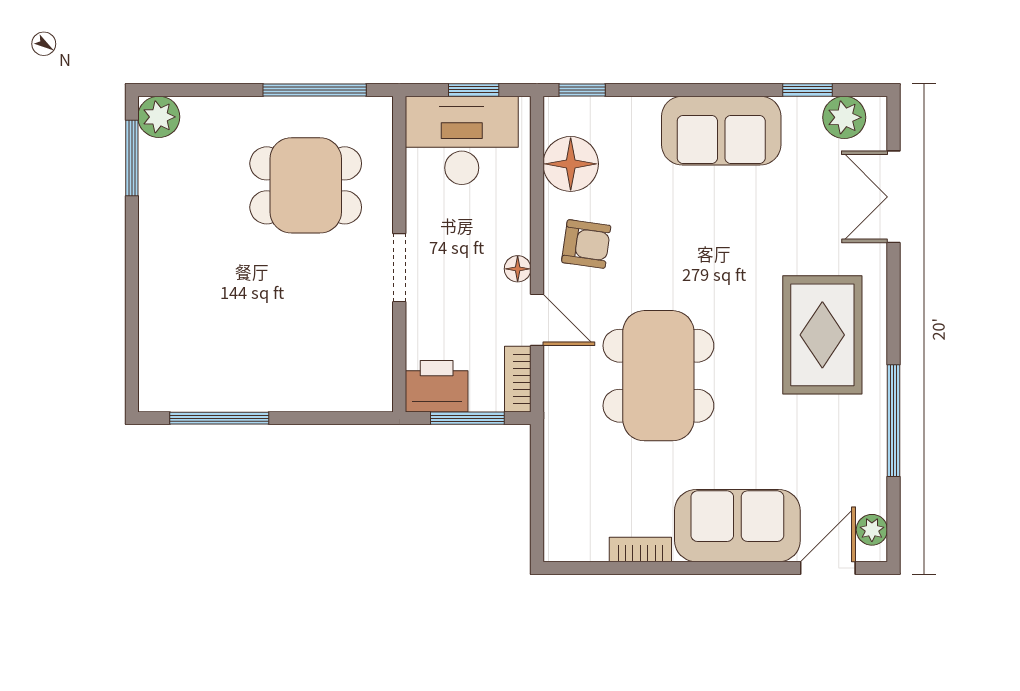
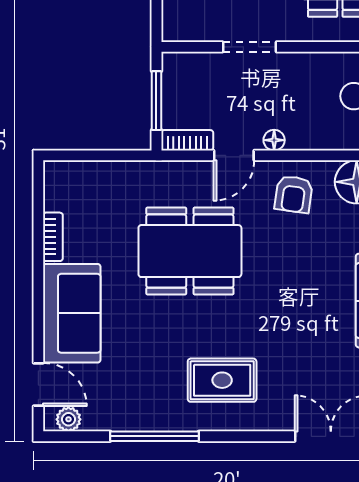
doorway: (399, 268) -> (249, 47), moved
rug: (822, 335) -> (222, 380), width x0.73, depth x0.70
printer: (437, 386) -> (182, 76), removed

